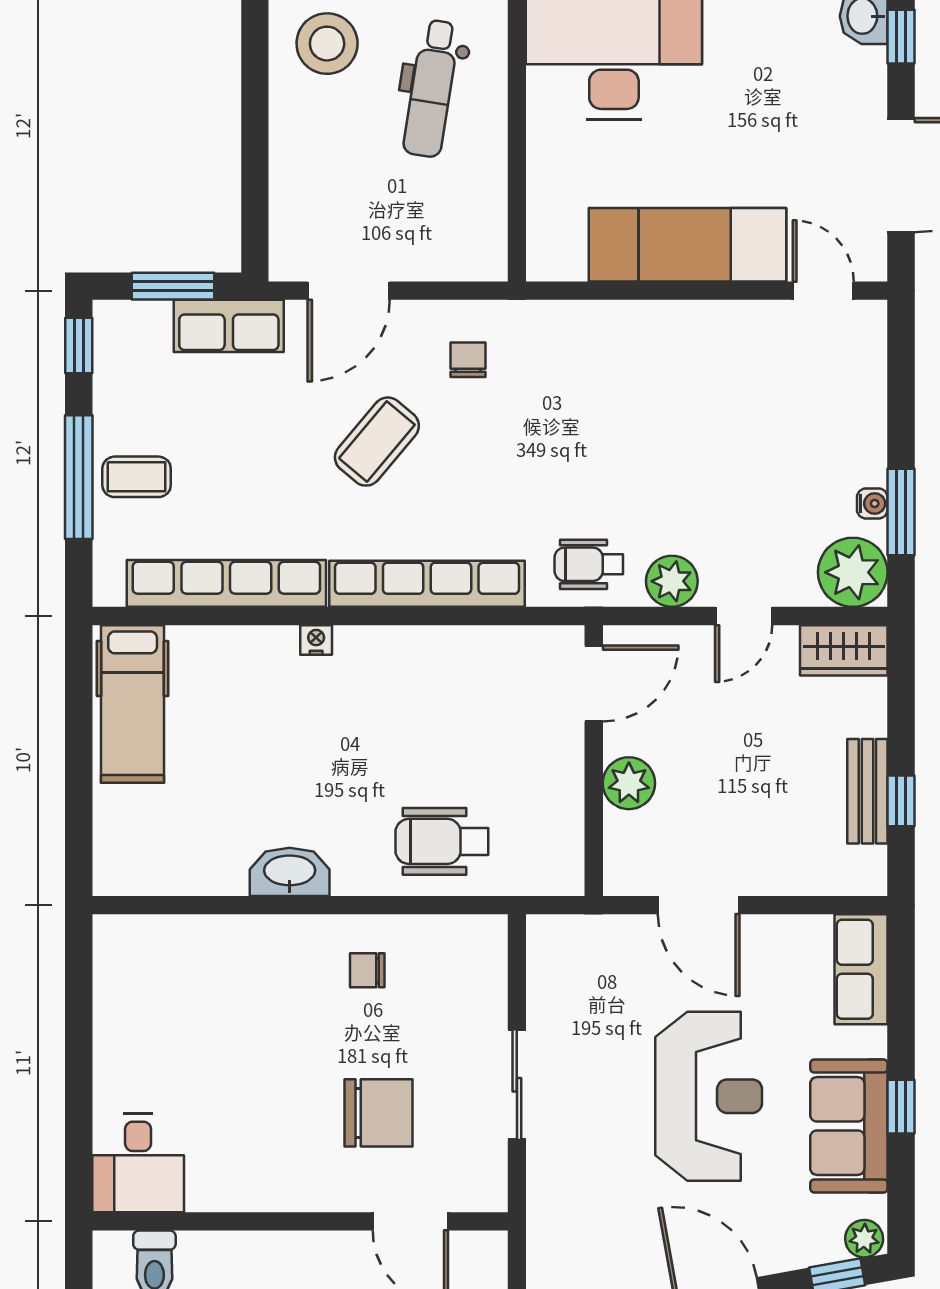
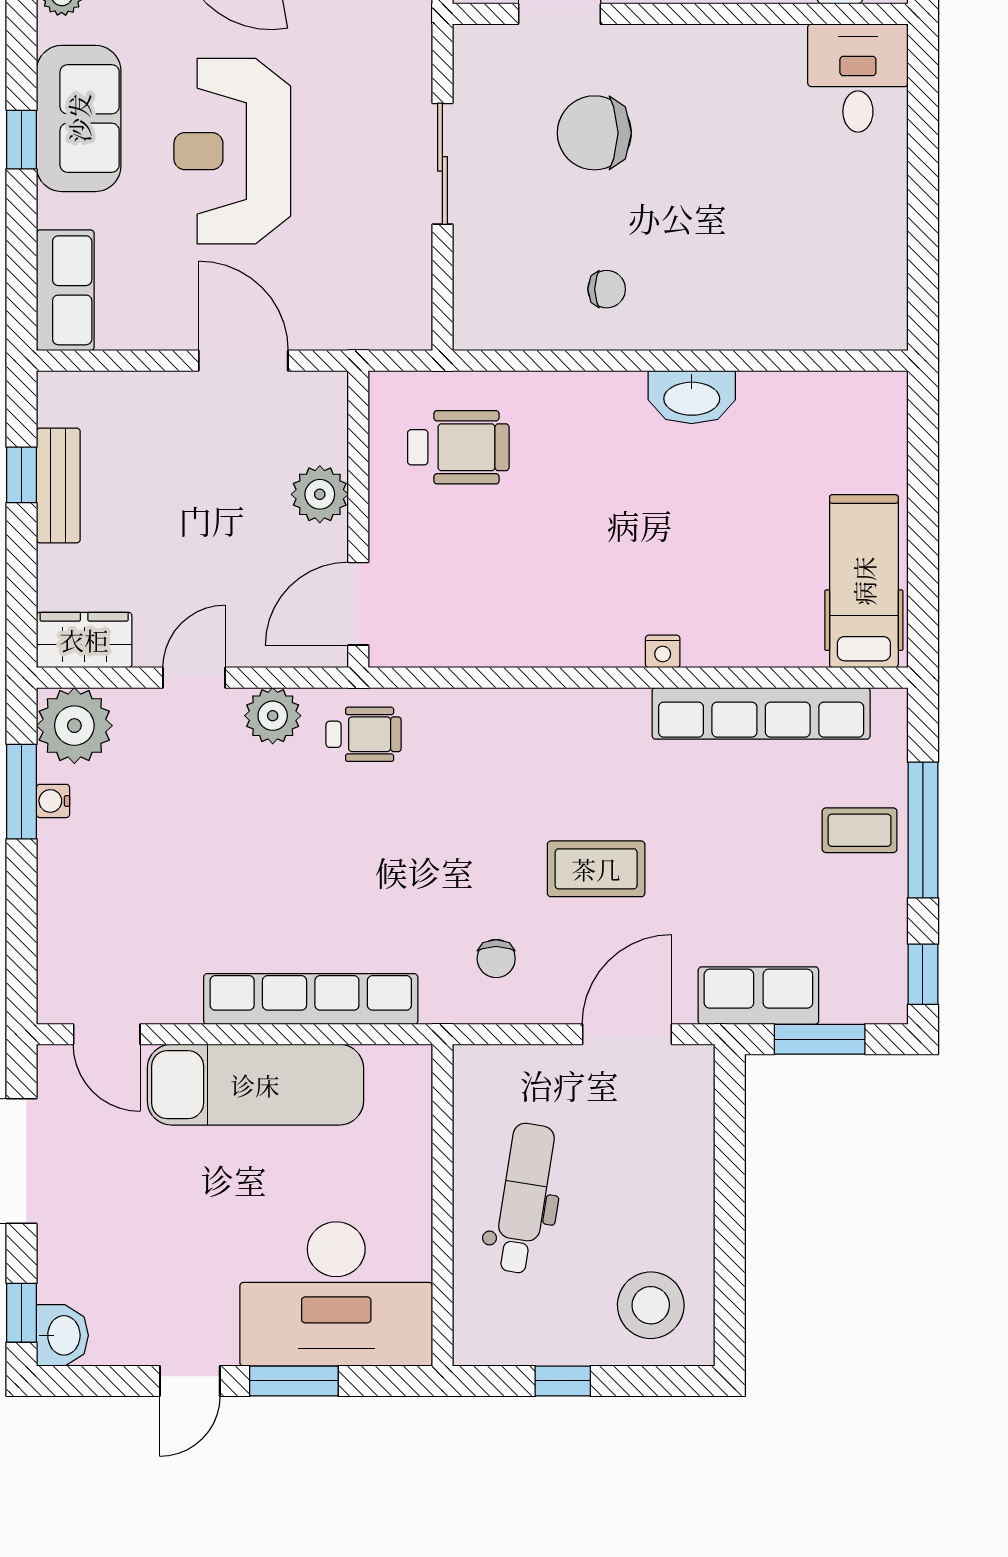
dental chair: (431, 88) -> (524, 1198), moved
coffee table: (377, 442) -> (596, 869), turned 50
row of seats: (427, 584) -> (311, 999), moved, turned 180
wheelchair: (442, 841) -> (458, 447), moved

